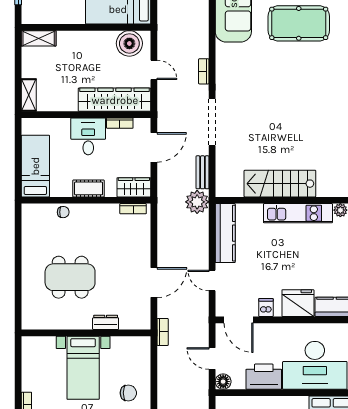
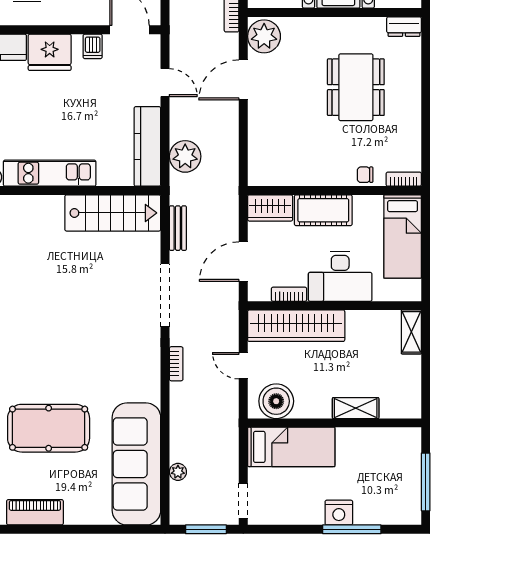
shelving: (39, 38) -> (356, 408), moved
desk: (88, 136) -> (340, 276), width x1.37
stairs: (280, 184) -> (113, 213), moved
cot: (89, 188) -> (323, 210), width x1.37, depth x1.34
plant: (197, 202) -> (185, 156), moved
bookcase: (133, 209) -> (404, 179), moved
dining table: (70, 277) -> (356, 87), turned 90
plant: (138, 315) -> (264, 36), added
dresser: (106, 322) -> (404, 27), moved

